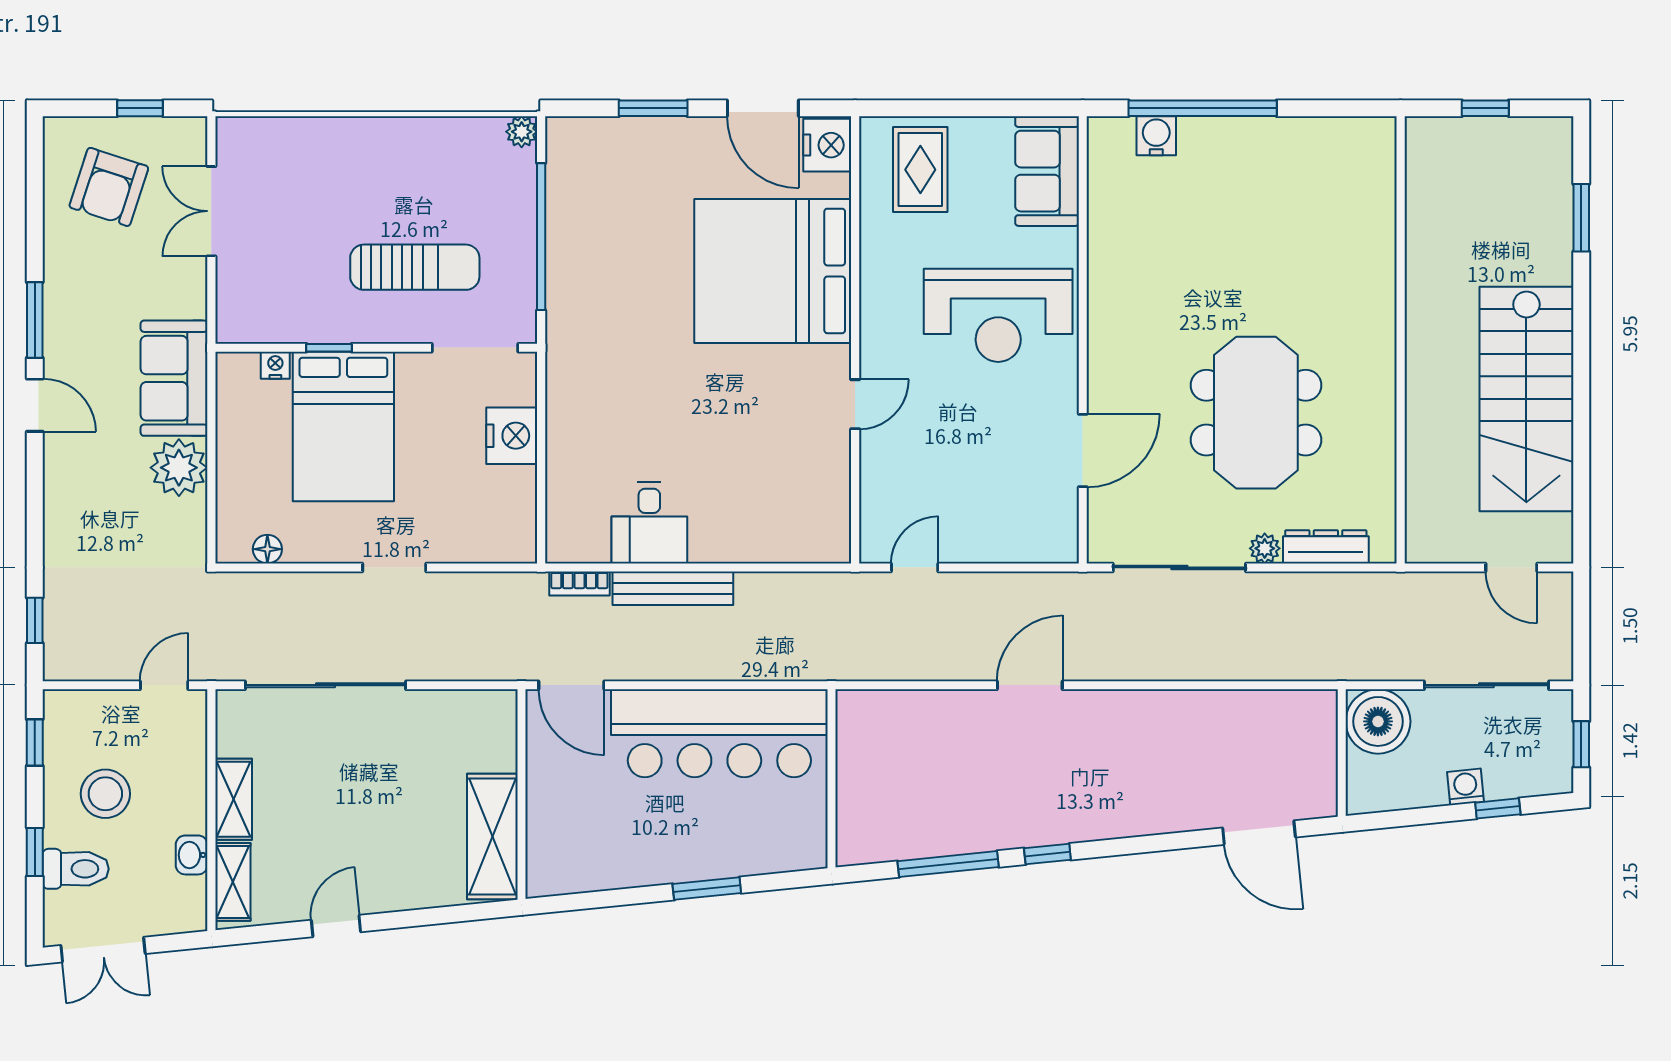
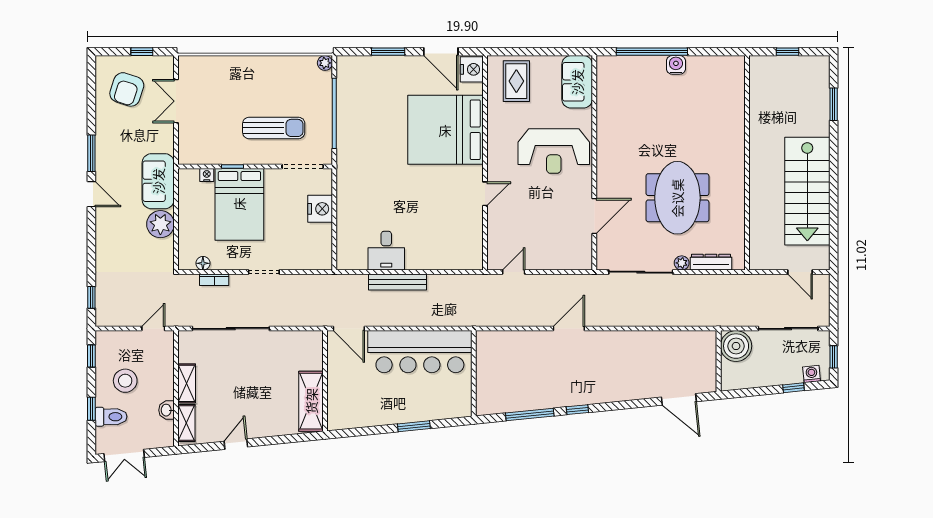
water cooler: (1156, 136) -> (676, 65), moved
bookcase: (579, 583) -> (214, 280), moved
washing machine: (1466, 787) -> (812, 374), moved

